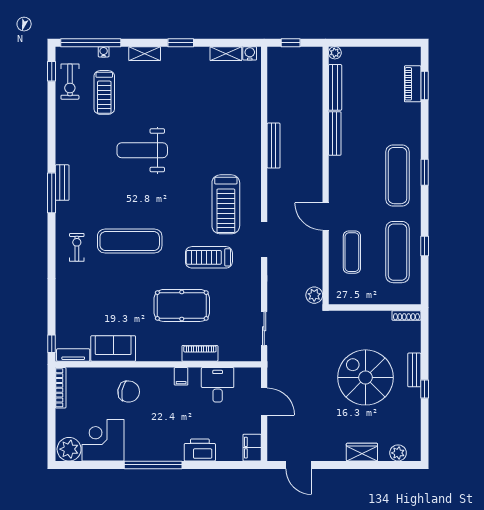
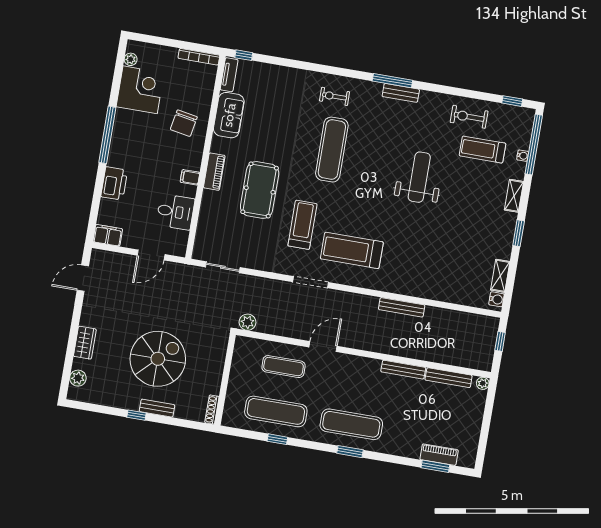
exercise bike: (70, 82) -> (469, 117), moved
exercise bike: (77, 247) -> (335, 96), turned 180
piano: (200, 353) -> (214, 172), moved
plant: (69, 449) -> (131, 59), width x0.53, depth x0.53

